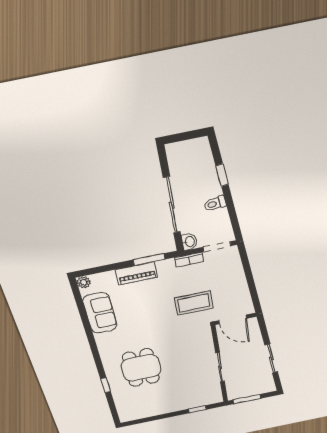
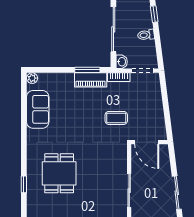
piano: (137, 273) -> (91, 80), moved
coffee table: (194, 303) -> (116, 118), width x0.73, depth x0.77

